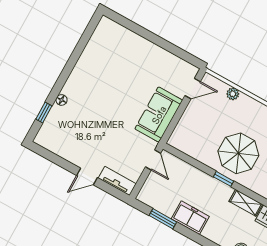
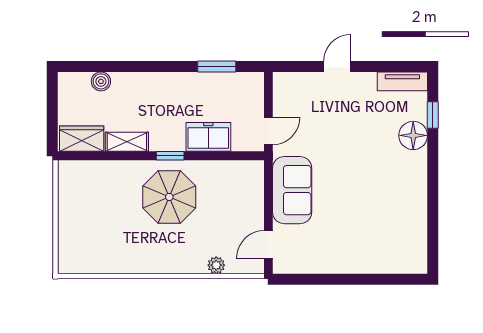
floor lamp: (62, 100) -> (413, 135), width x1.89, depth x1.89
door: (153, 160) -> (268, 131), swing flipped
tv unit: (117, 181) -> (402, 81), moved
freezer: (190, 218) -> (208, 137), moved, turned 180

